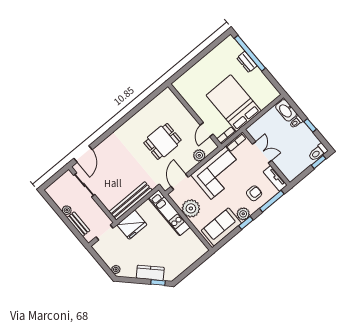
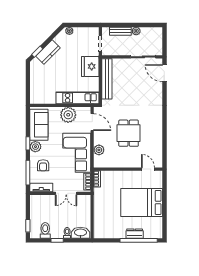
bed: (234, 103) -> (142, 202), moved, turned 180
door: (207, 130) -> (148, 169), moved
toilet: (318, 152) -> (45, 230), moved

